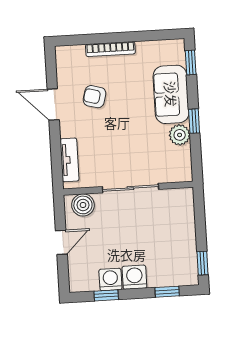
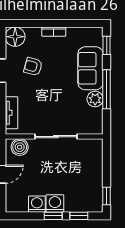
bookcase: (110, 49) -> (54, 32), width x0.64
floor lamp: (68, 58) -> (15, 37), added
window: (194, 121) -> (107, 89), width x2.17
window: (106, 295) -> (53, 216), moved

